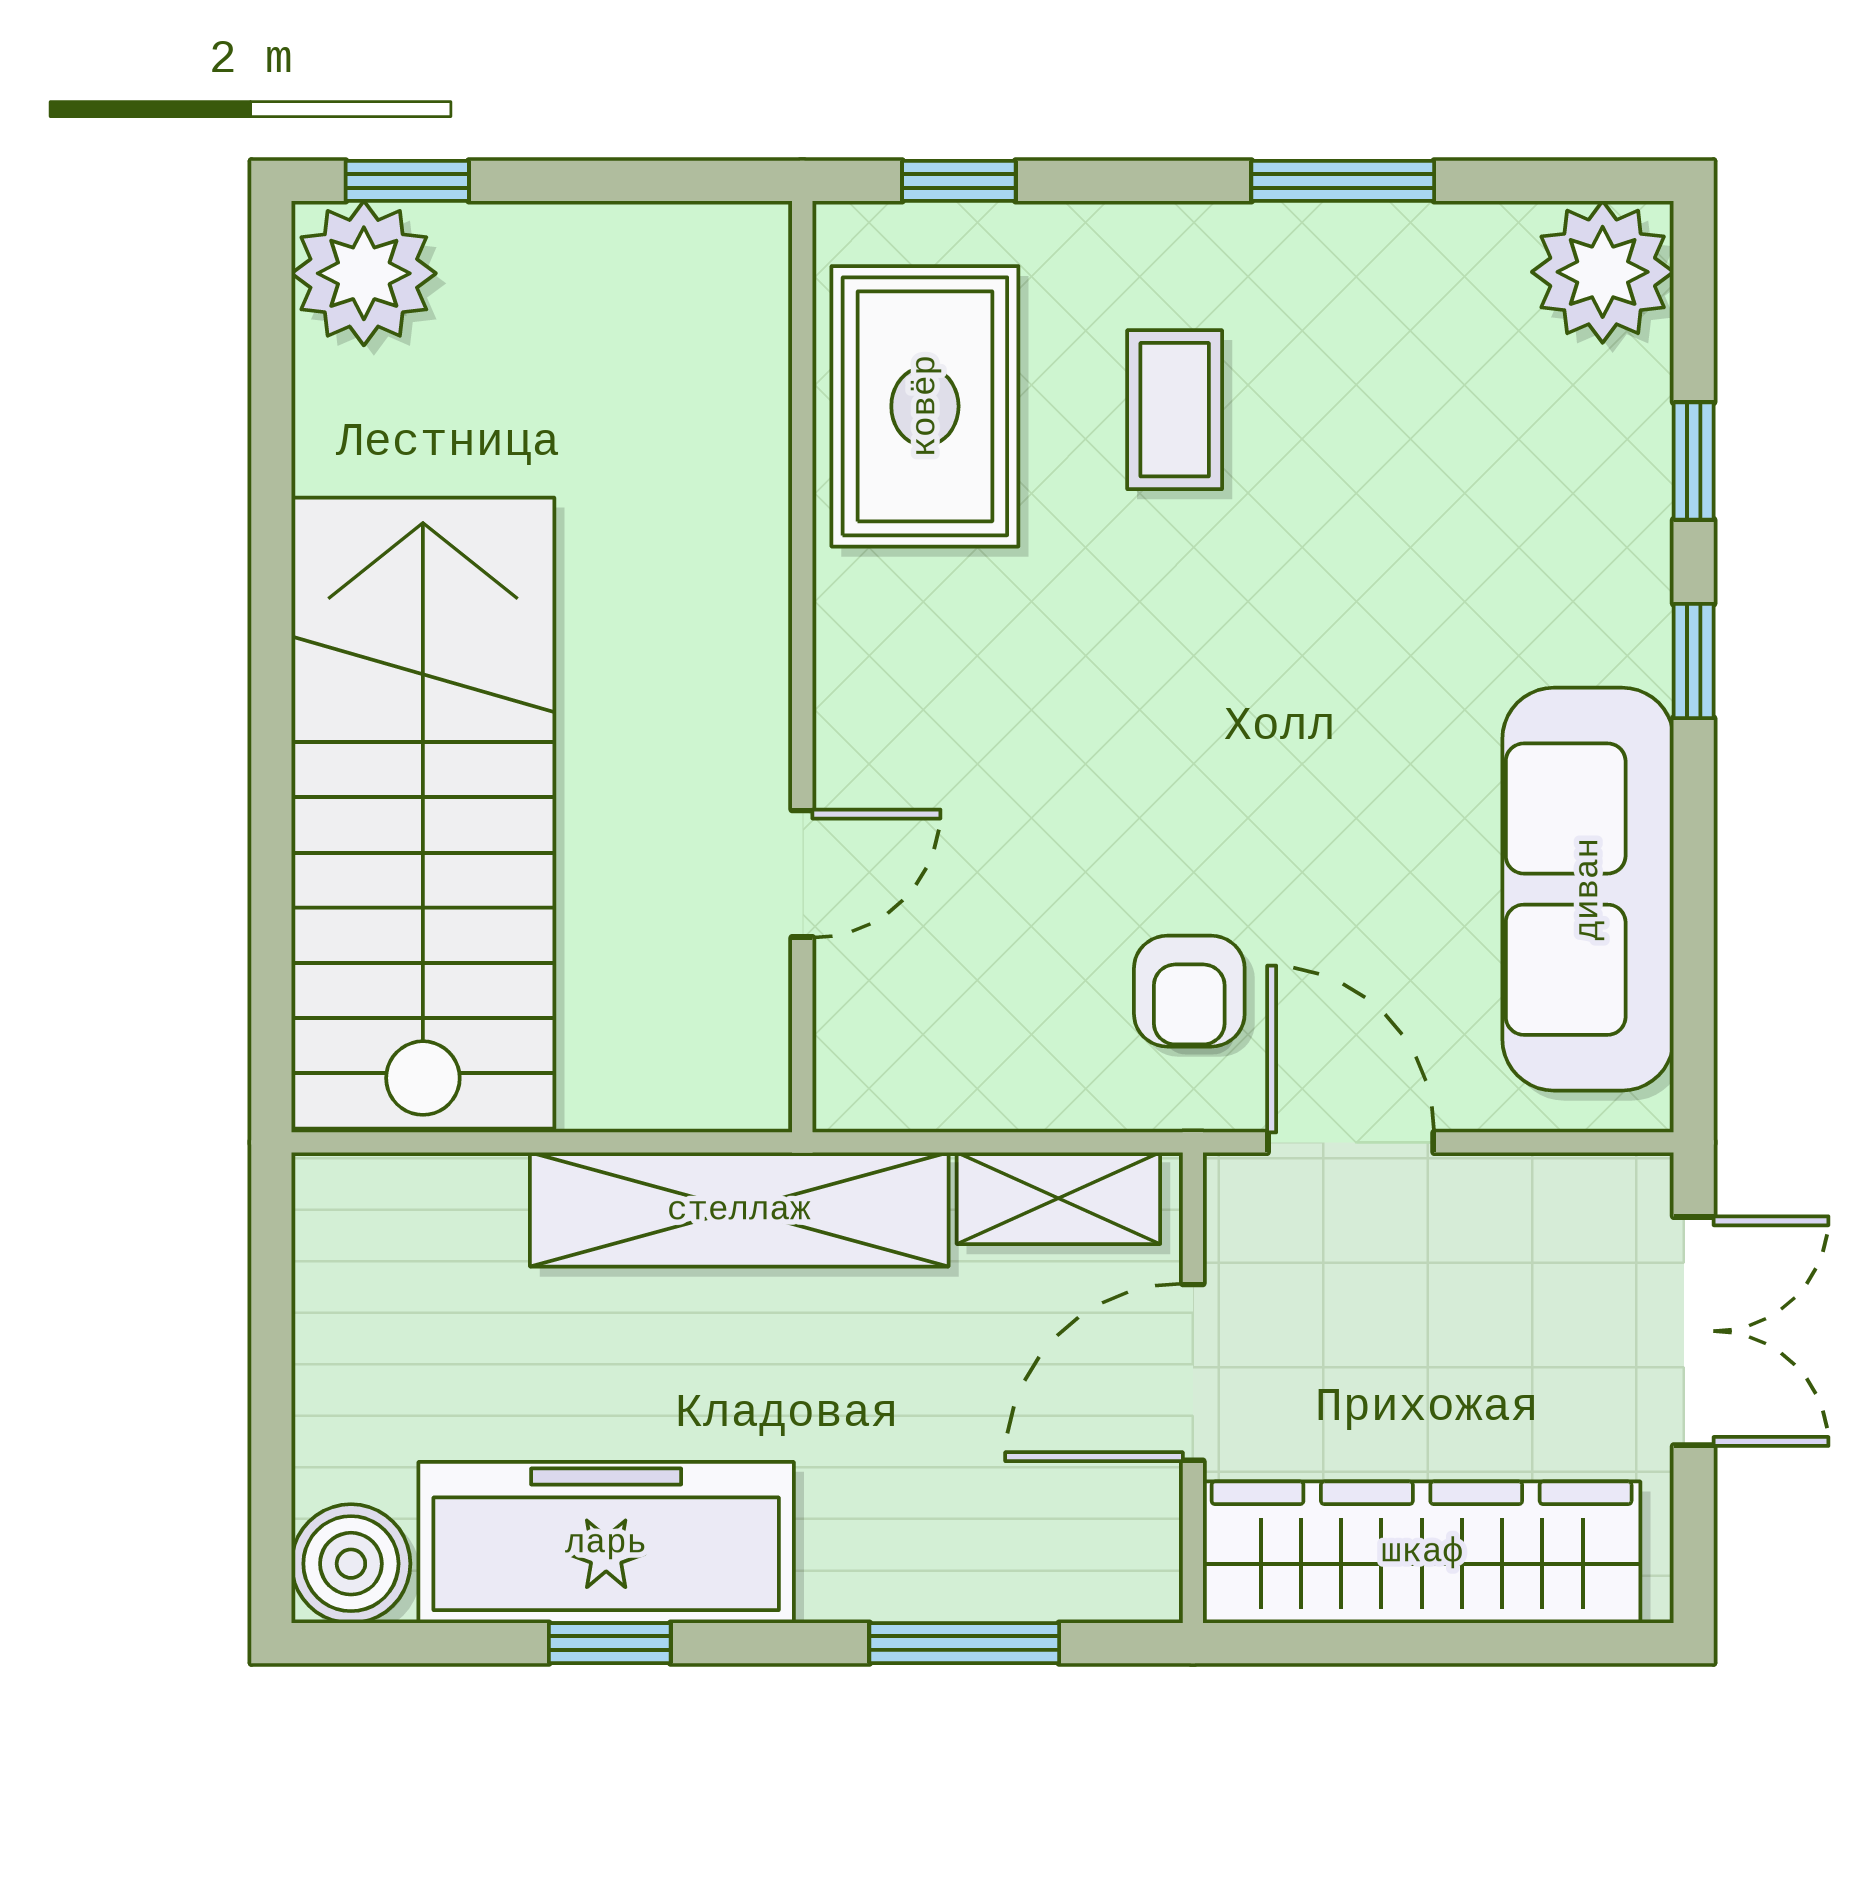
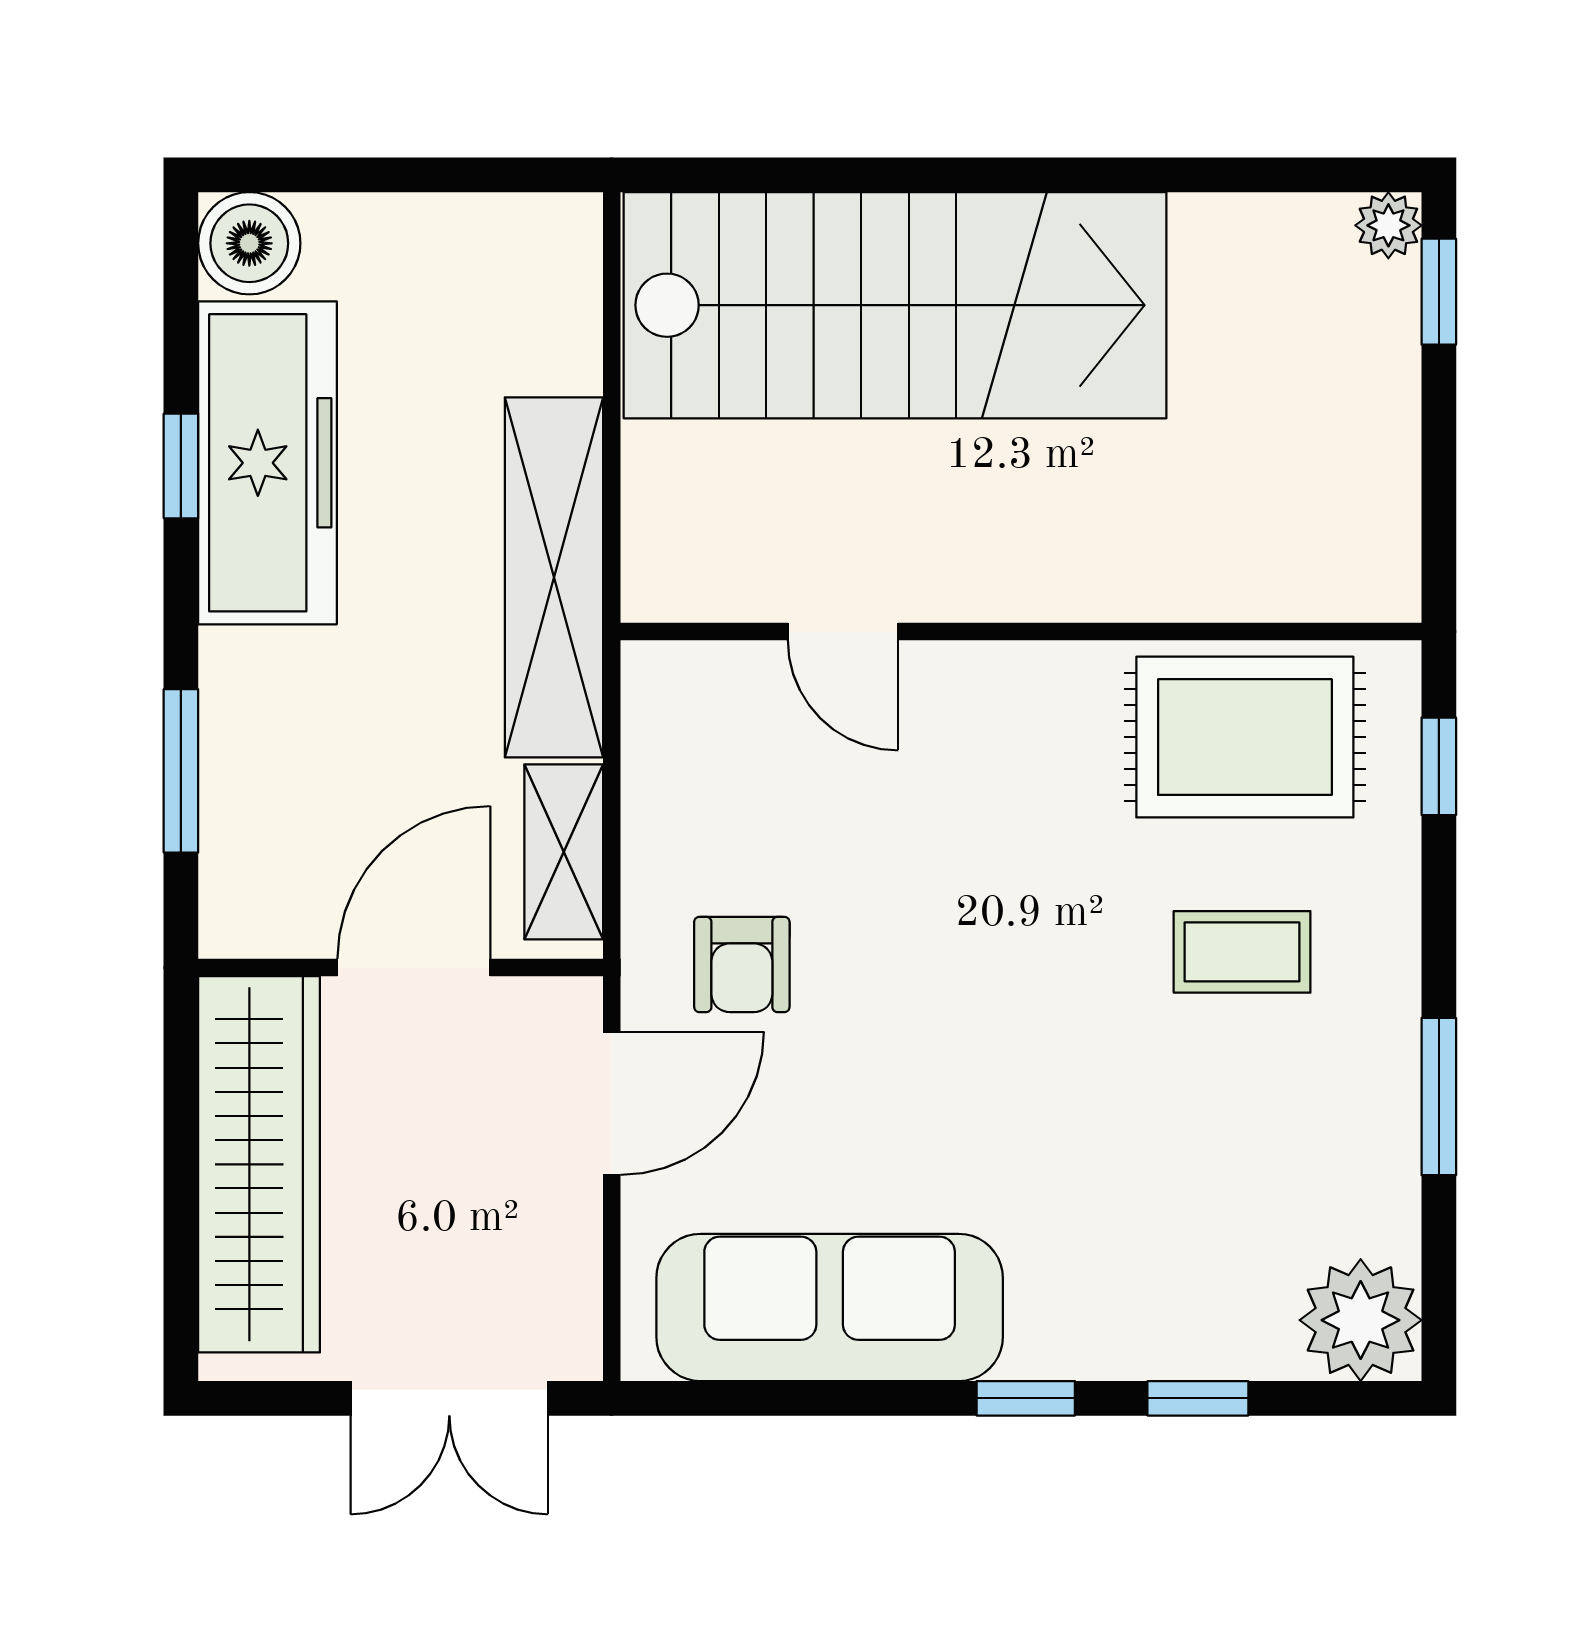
plant: (364, 273) -> (1388, 225), width x0.53, depth x0.53
armchair: (1189, 991) -> (742, 964), turned -90
door: (1193, 1372) -> (414, 968), hinge flipped

